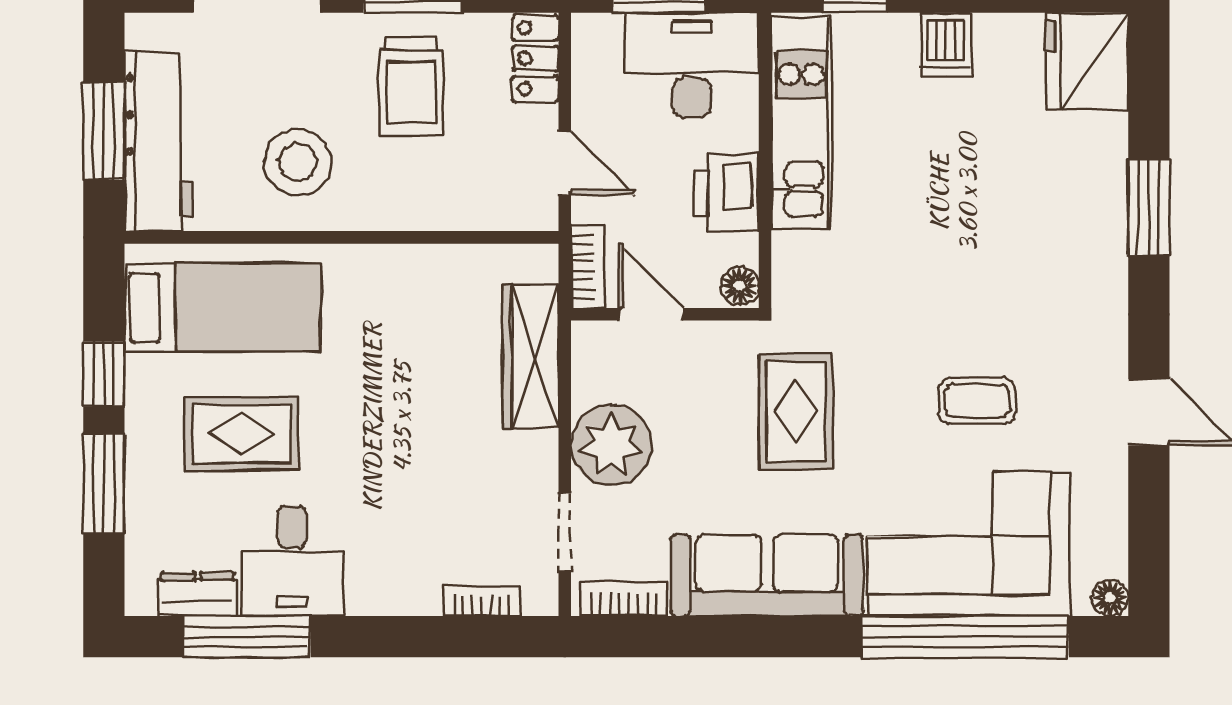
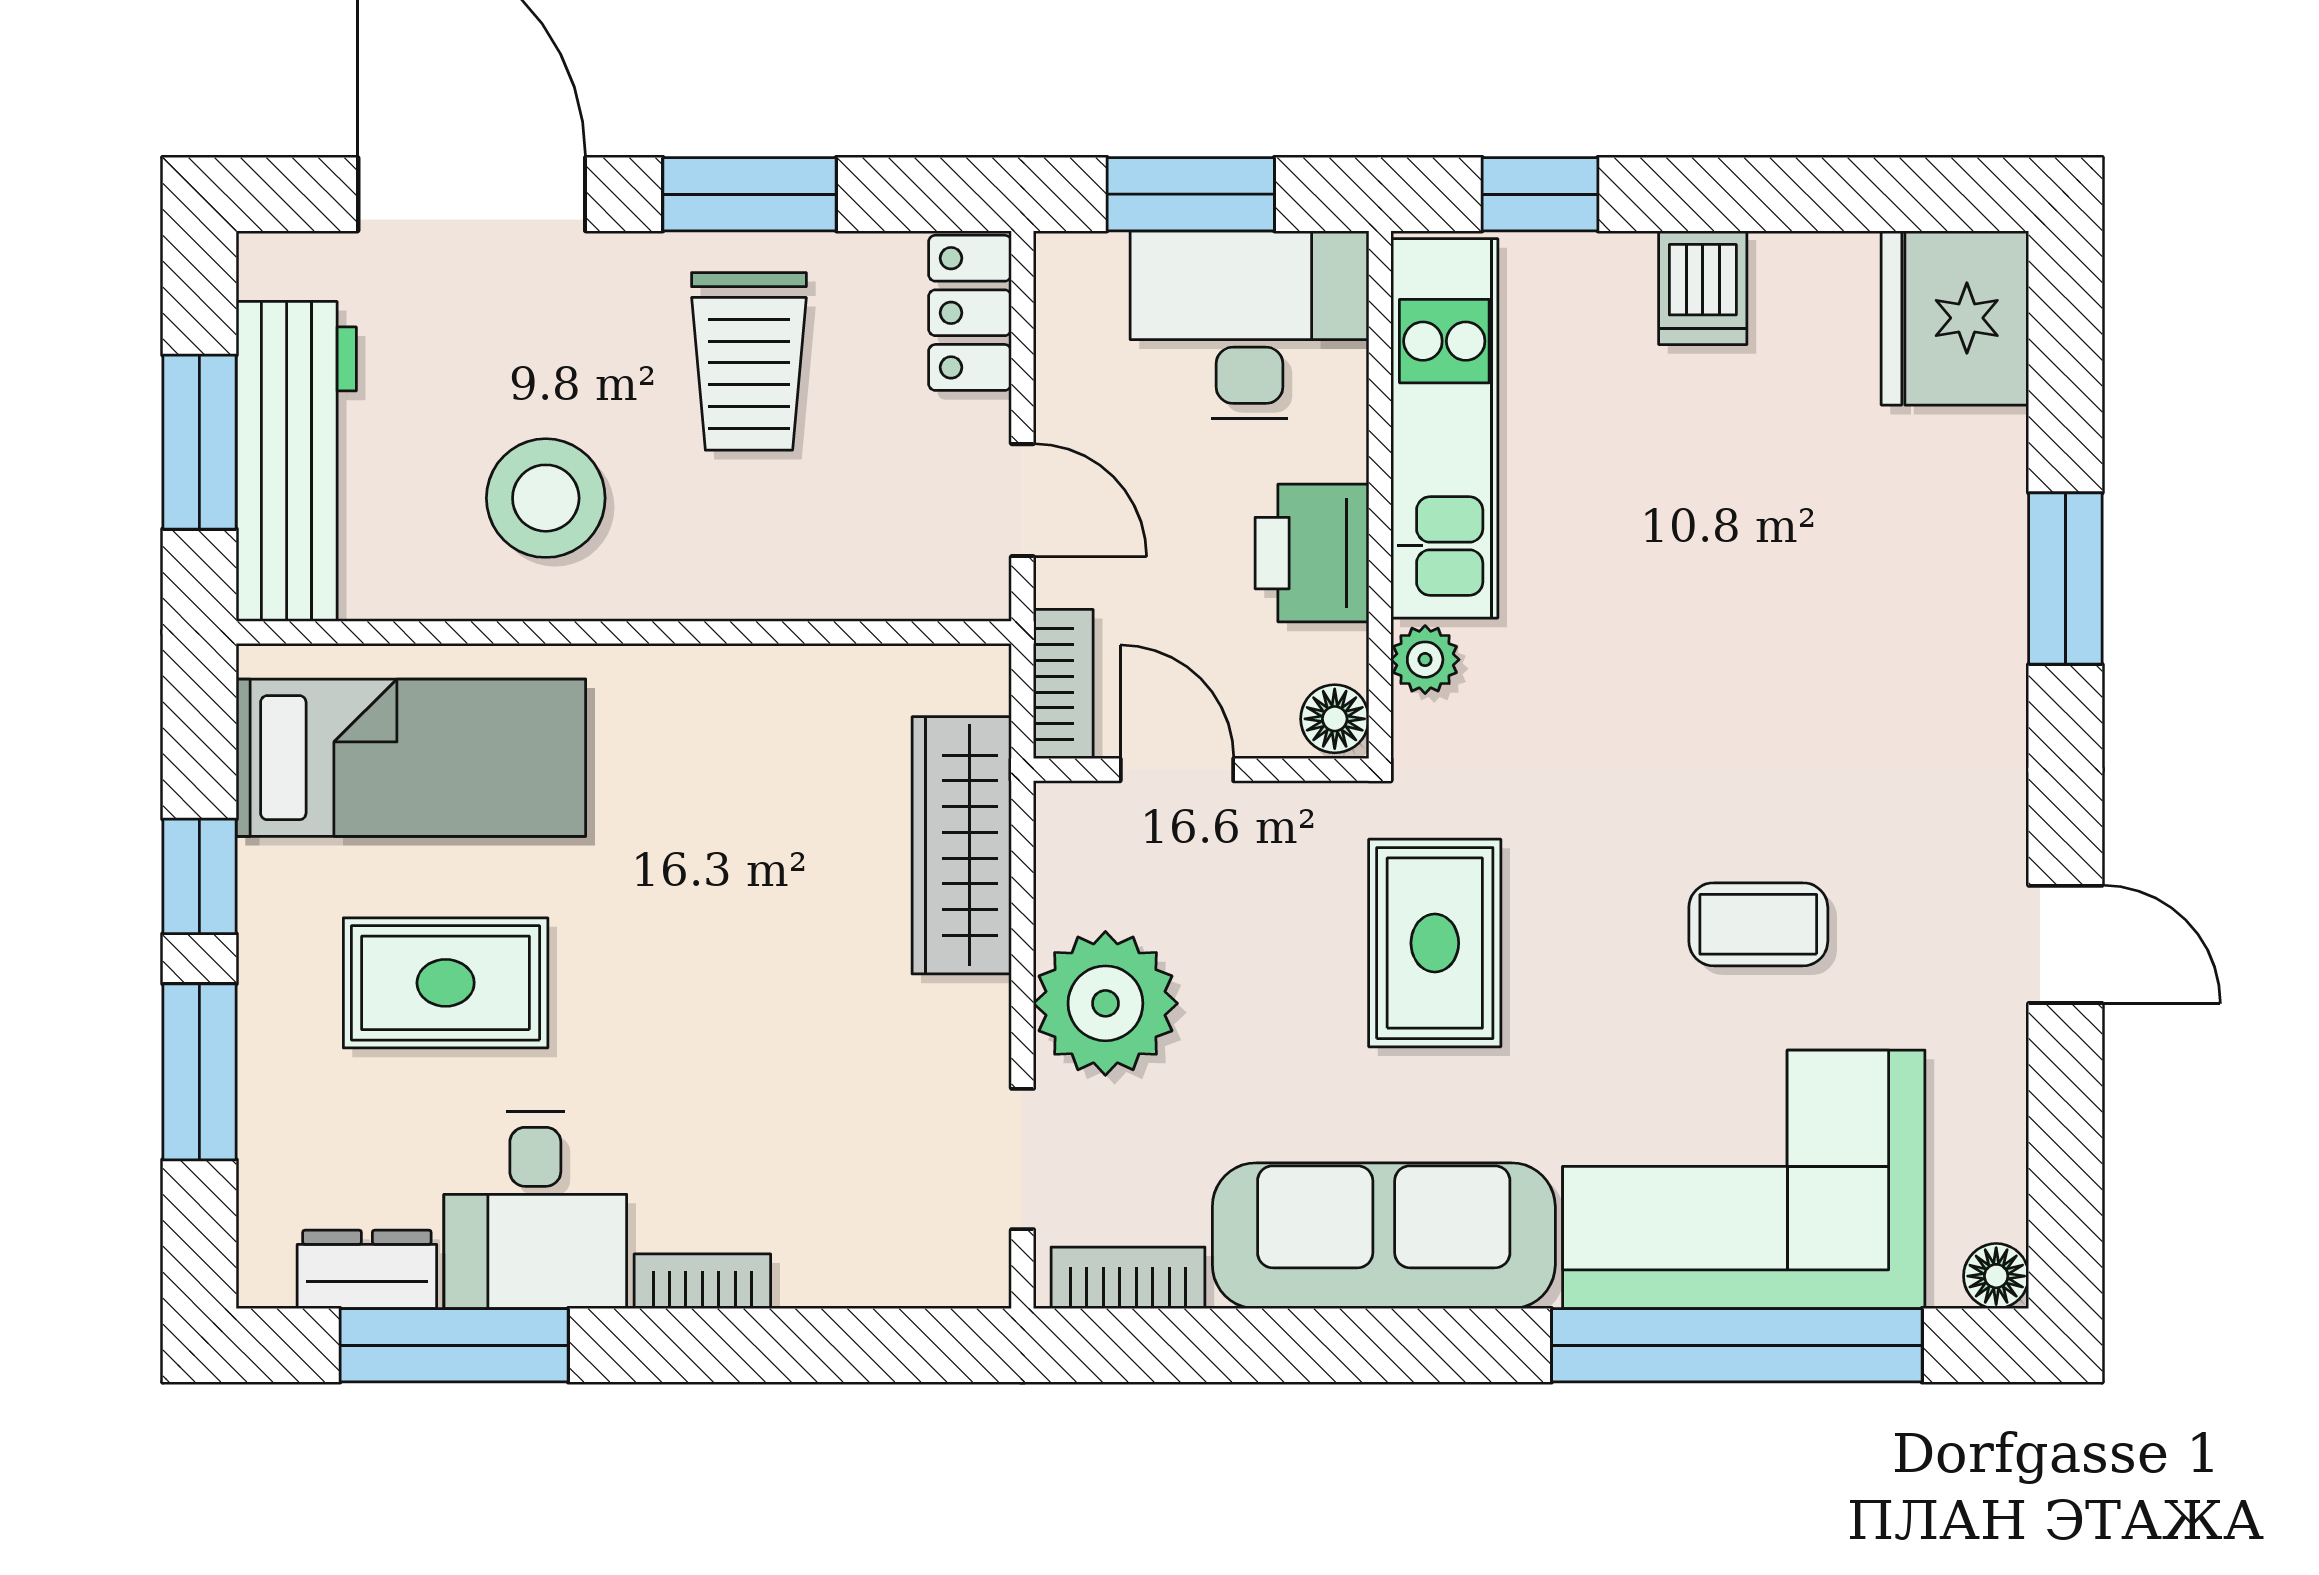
plant: (790, 253) -> (1425, 660), added
bookcase: (482, 601) -> (702, 1281), moved

